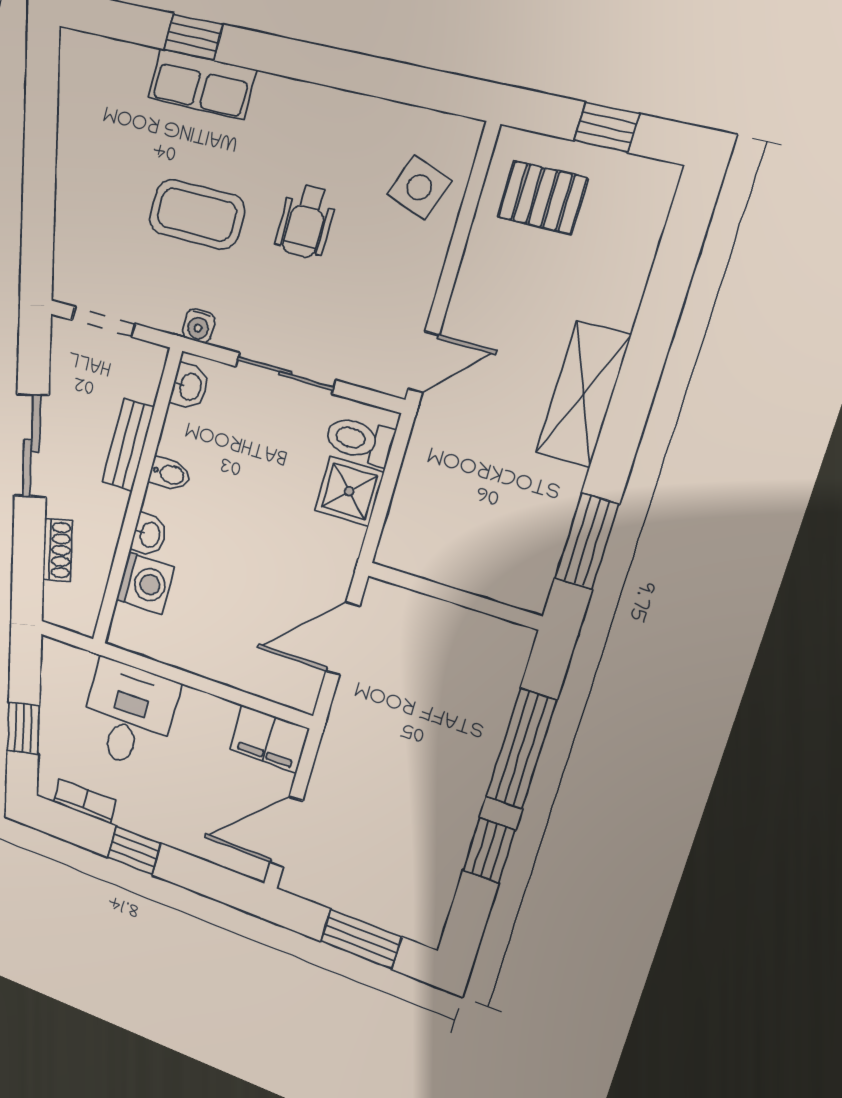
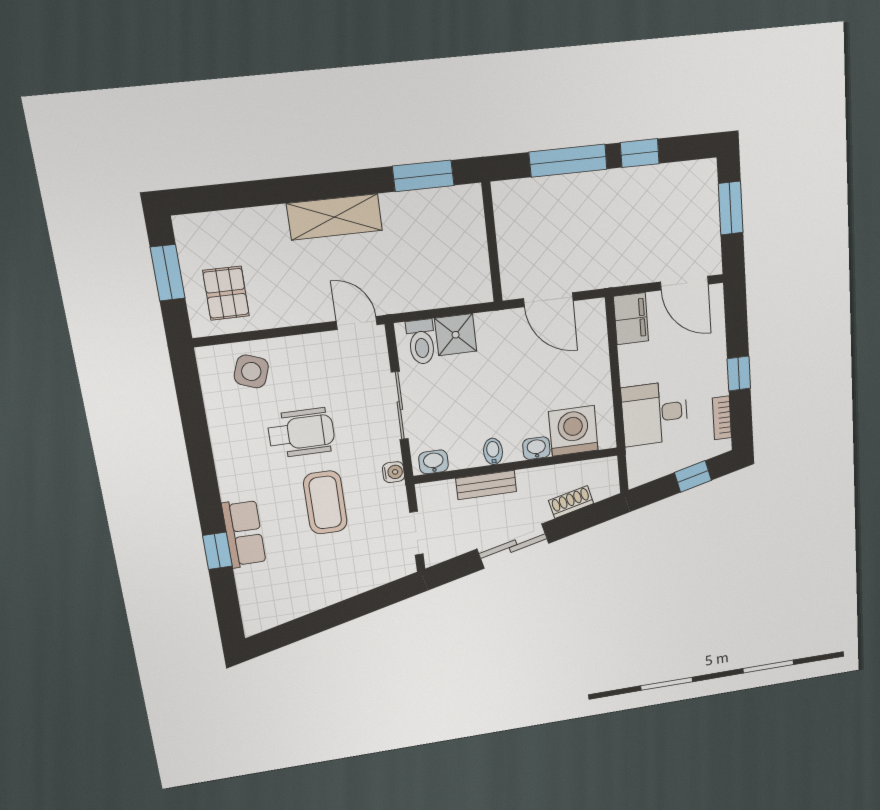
window: (607, 127) -> (168, 273), width x1.50
wheelchair: (306, 221) -> (301, 433), width x1.36, depth x1.37
washing machine: (145, 583) -> (573, 431), width x1.37, depth x1.37

